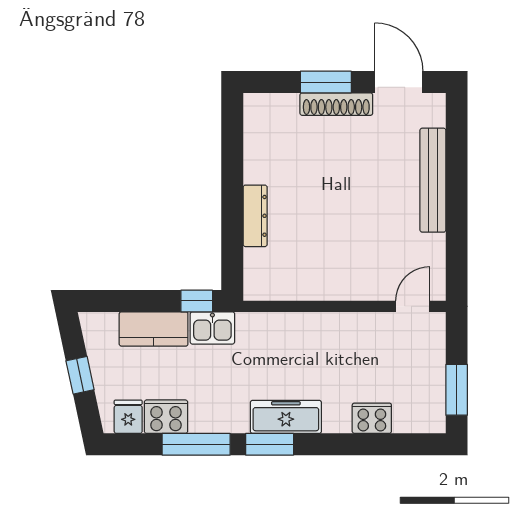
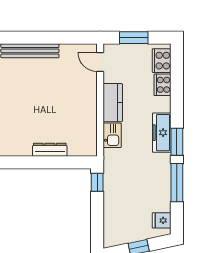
kitchen sink: (212, 328) -> (112, 135), moved
kitchen counter: (154, 329) -> (113, 103), moved
window: (457, 390) -> (134, 38), moved
cooker: (166, 417) -> (162, 61), moved

